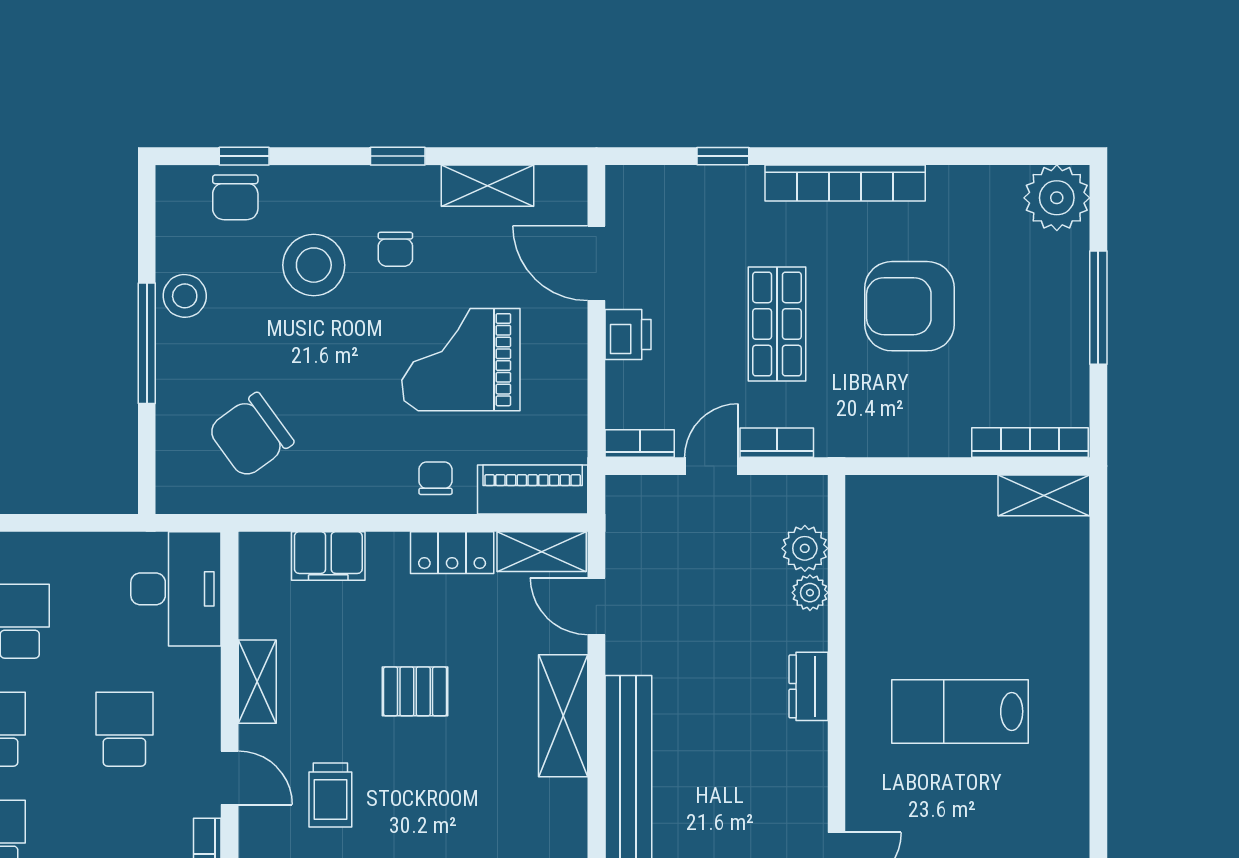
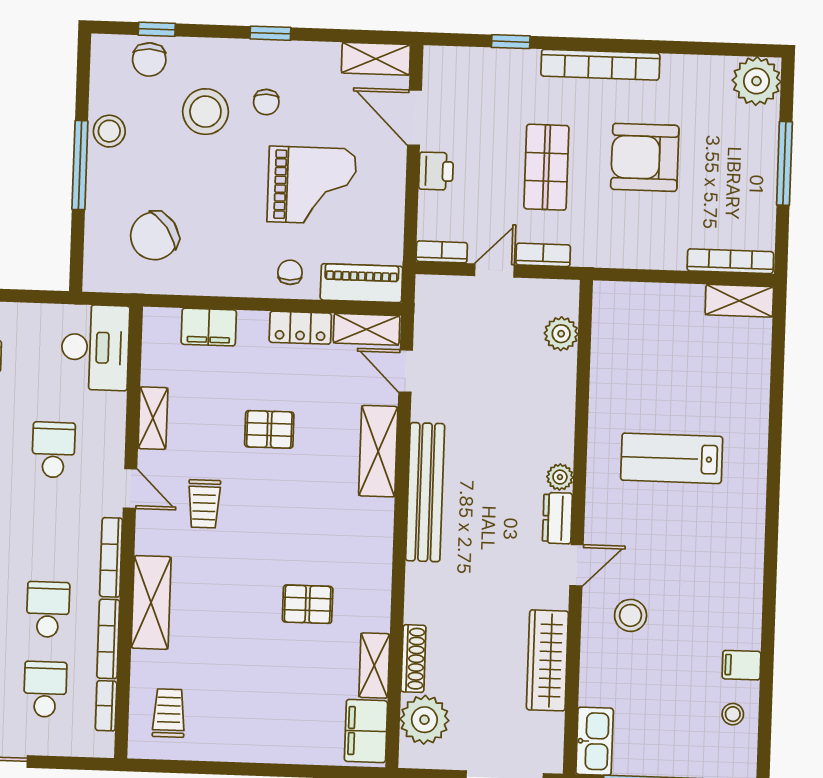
shelving: (487, 186) -> (376, 59), moved
grand piano: (461, 360) -> (312, 185), turned 180
plant: (810, 593) -> (560, 477), moved
dresser: (809, 686) -> (557, 518), moved

